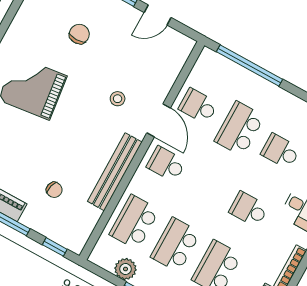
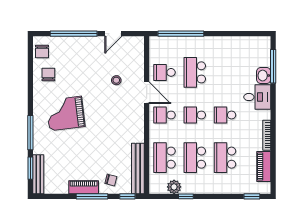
chair: (79, 34) -> (48, 75), moved
stool: (118, 99) -> (116, 80), moved
school desk: (281, 151) -> (195, 115), moved
bench: (115, 172) -> (138, 169), moved
chair: (54, 190) -> (111, 180), moved

